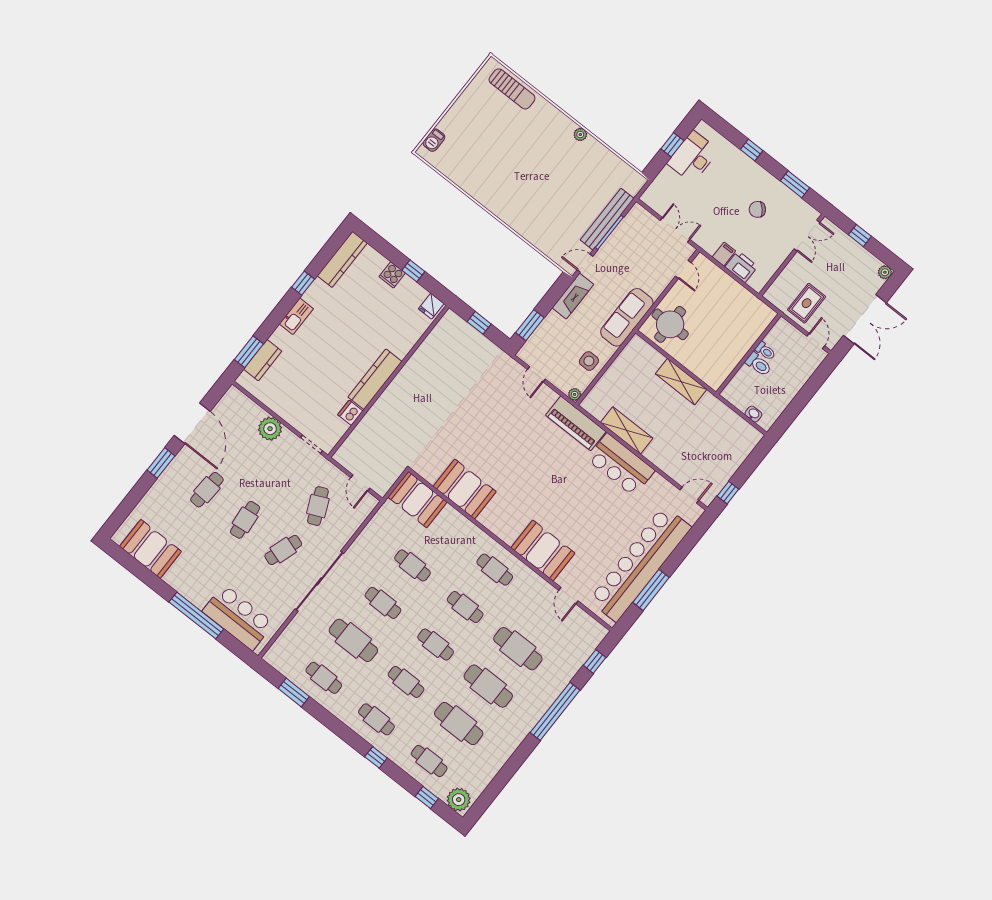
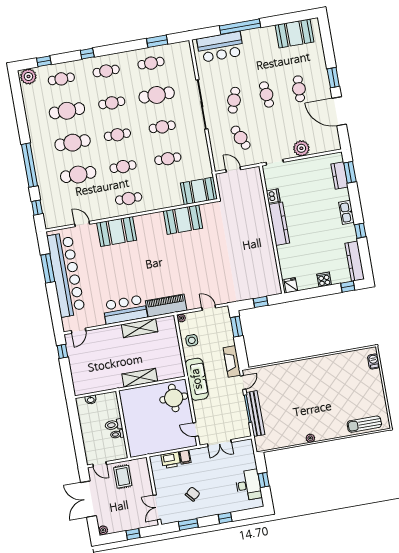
window: (413, 271) -> (348, 287), moved

